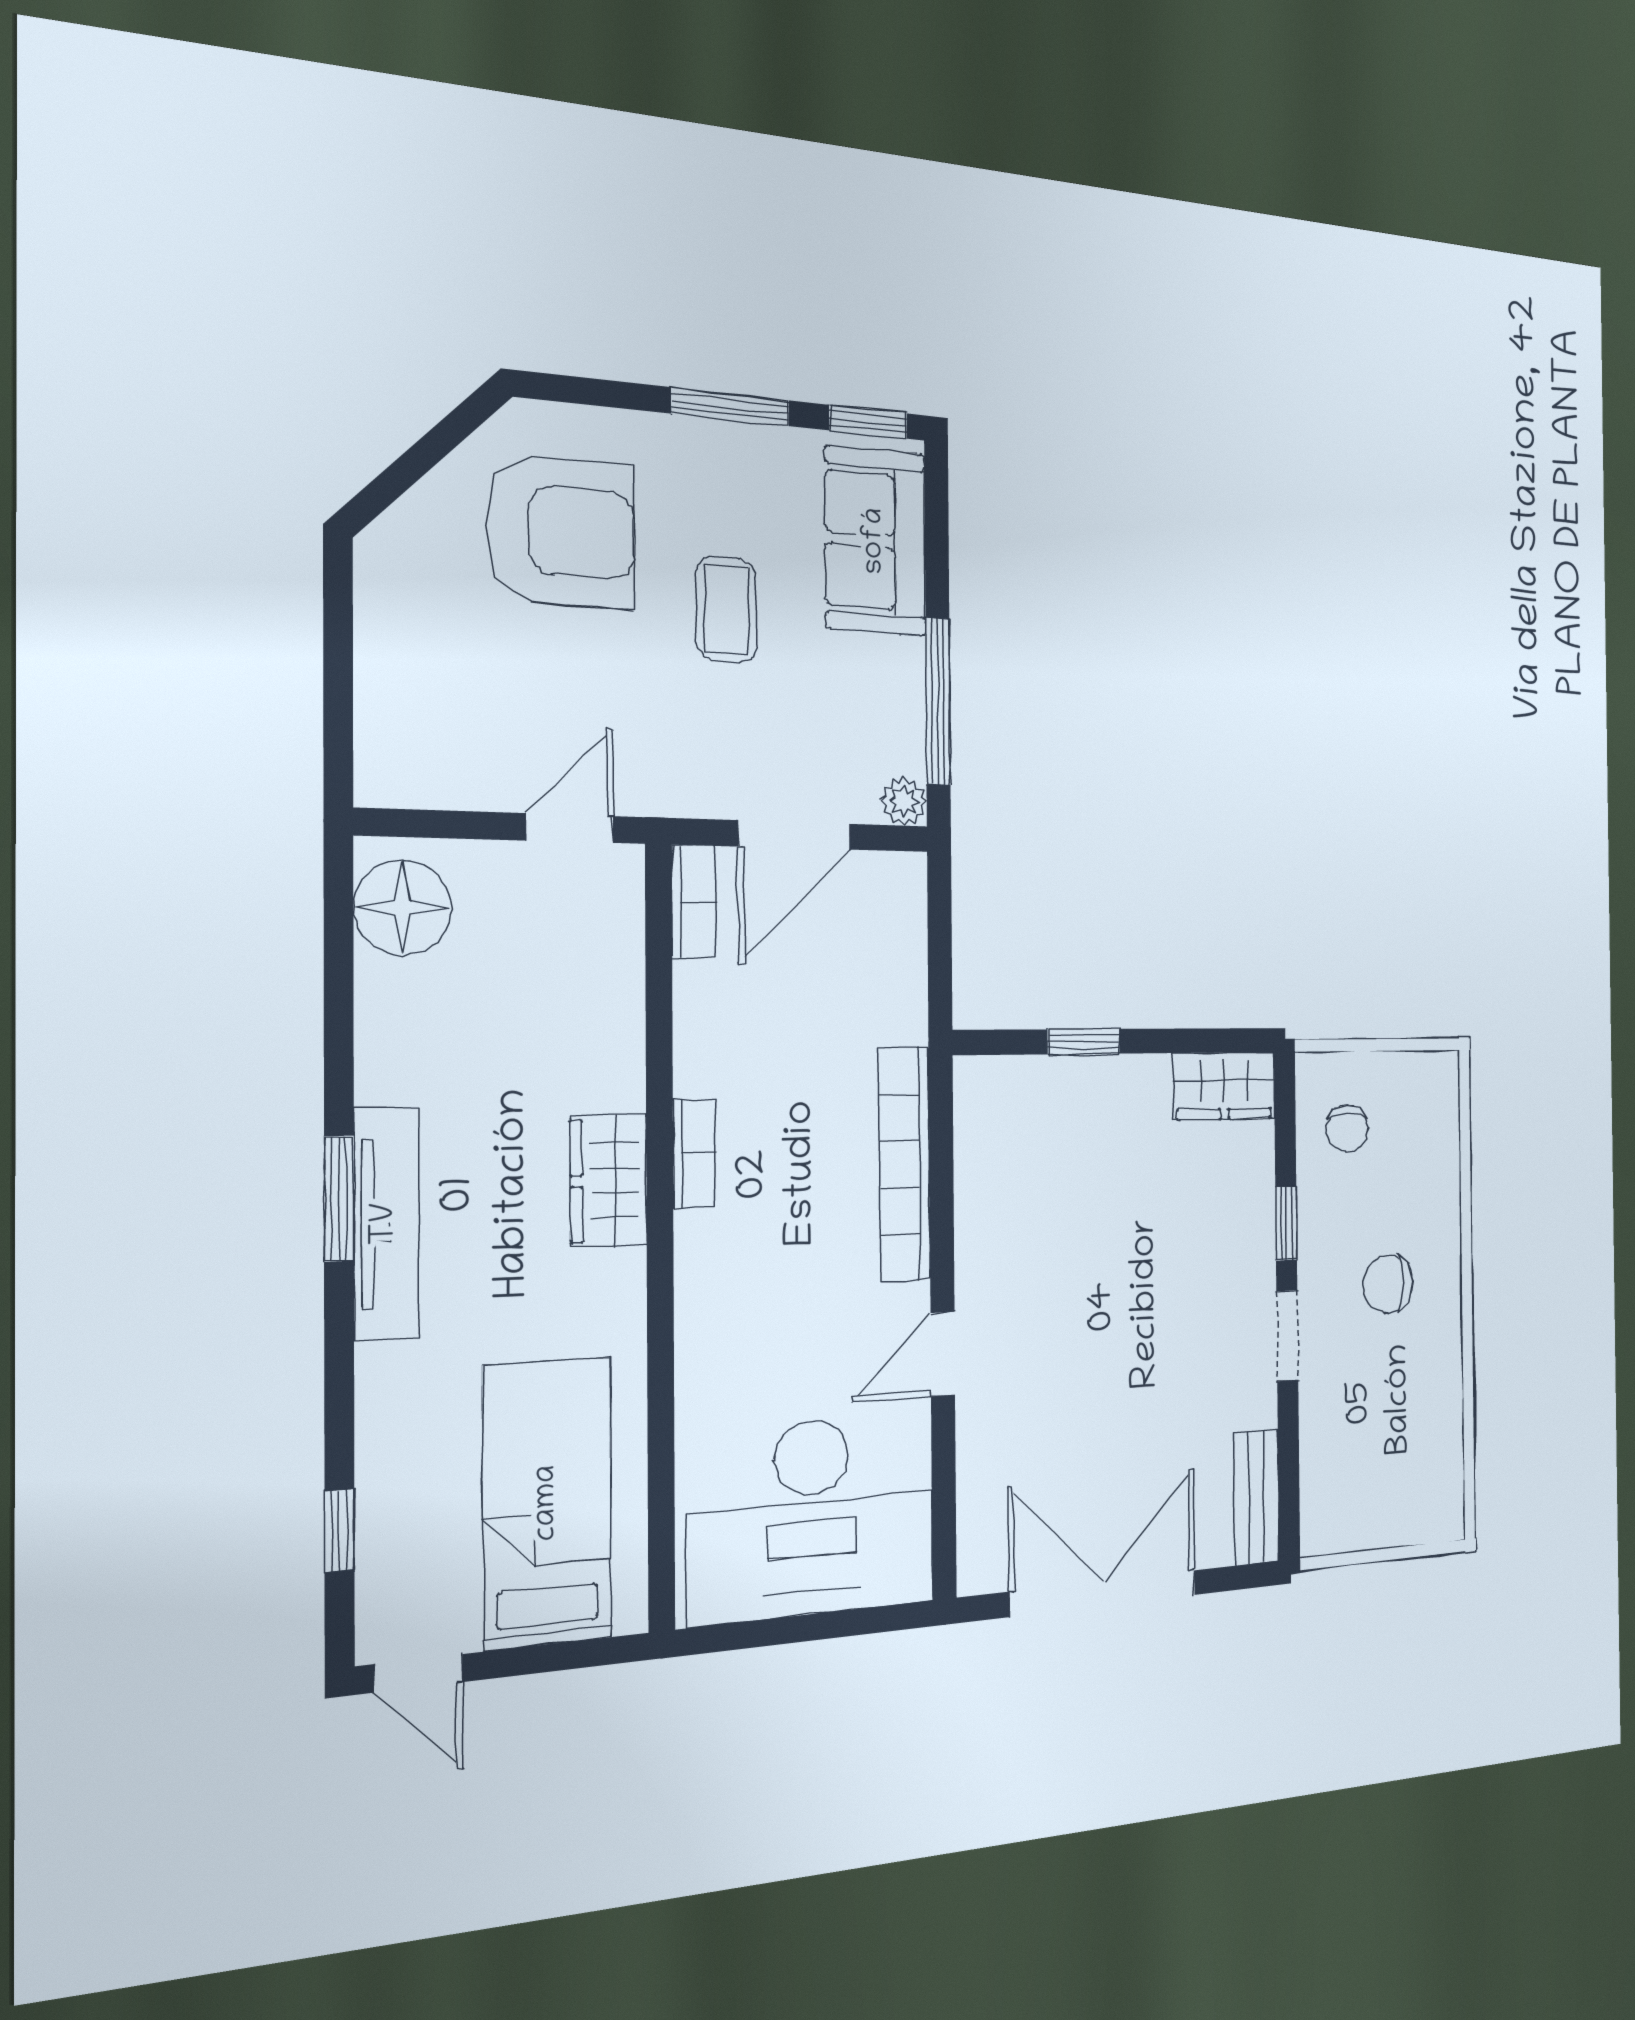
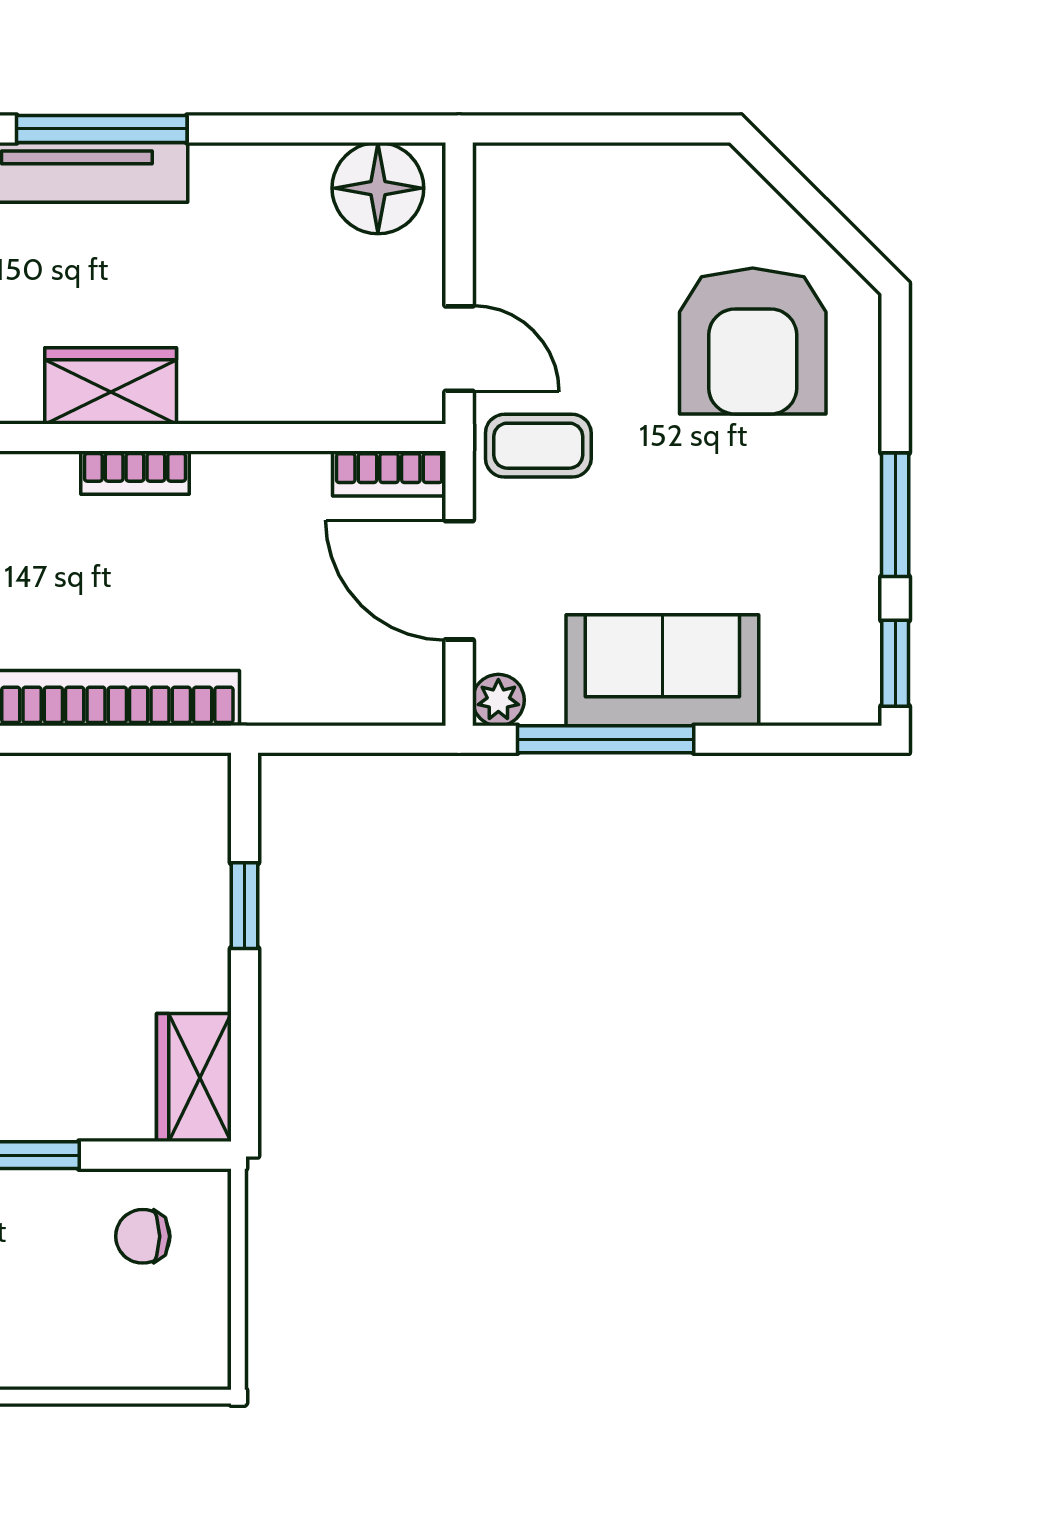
sofa: (875, 541) -> (662, 670), moved
coffee table: (726, 610) -> (538, 446), moved
window: (339, 1199) -> (102, 129), width x1.44

